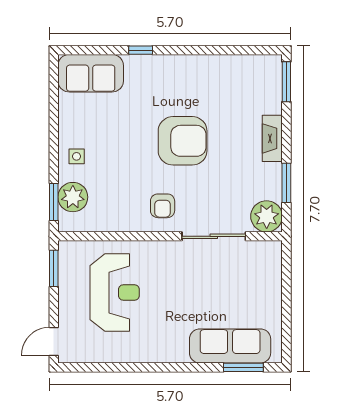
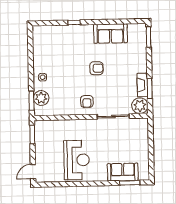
sofa: (91, 73) -> (110, 34), moved
fireplace: (272, 138) -> (142, 85), moved
armchair: (183, 141) -> (96, 68), width x0.53, depth x0.53
reception desk: (115, 293) -> (77, 160), moved
sofa: (230, 346) -> (123, 172), width x0.73

